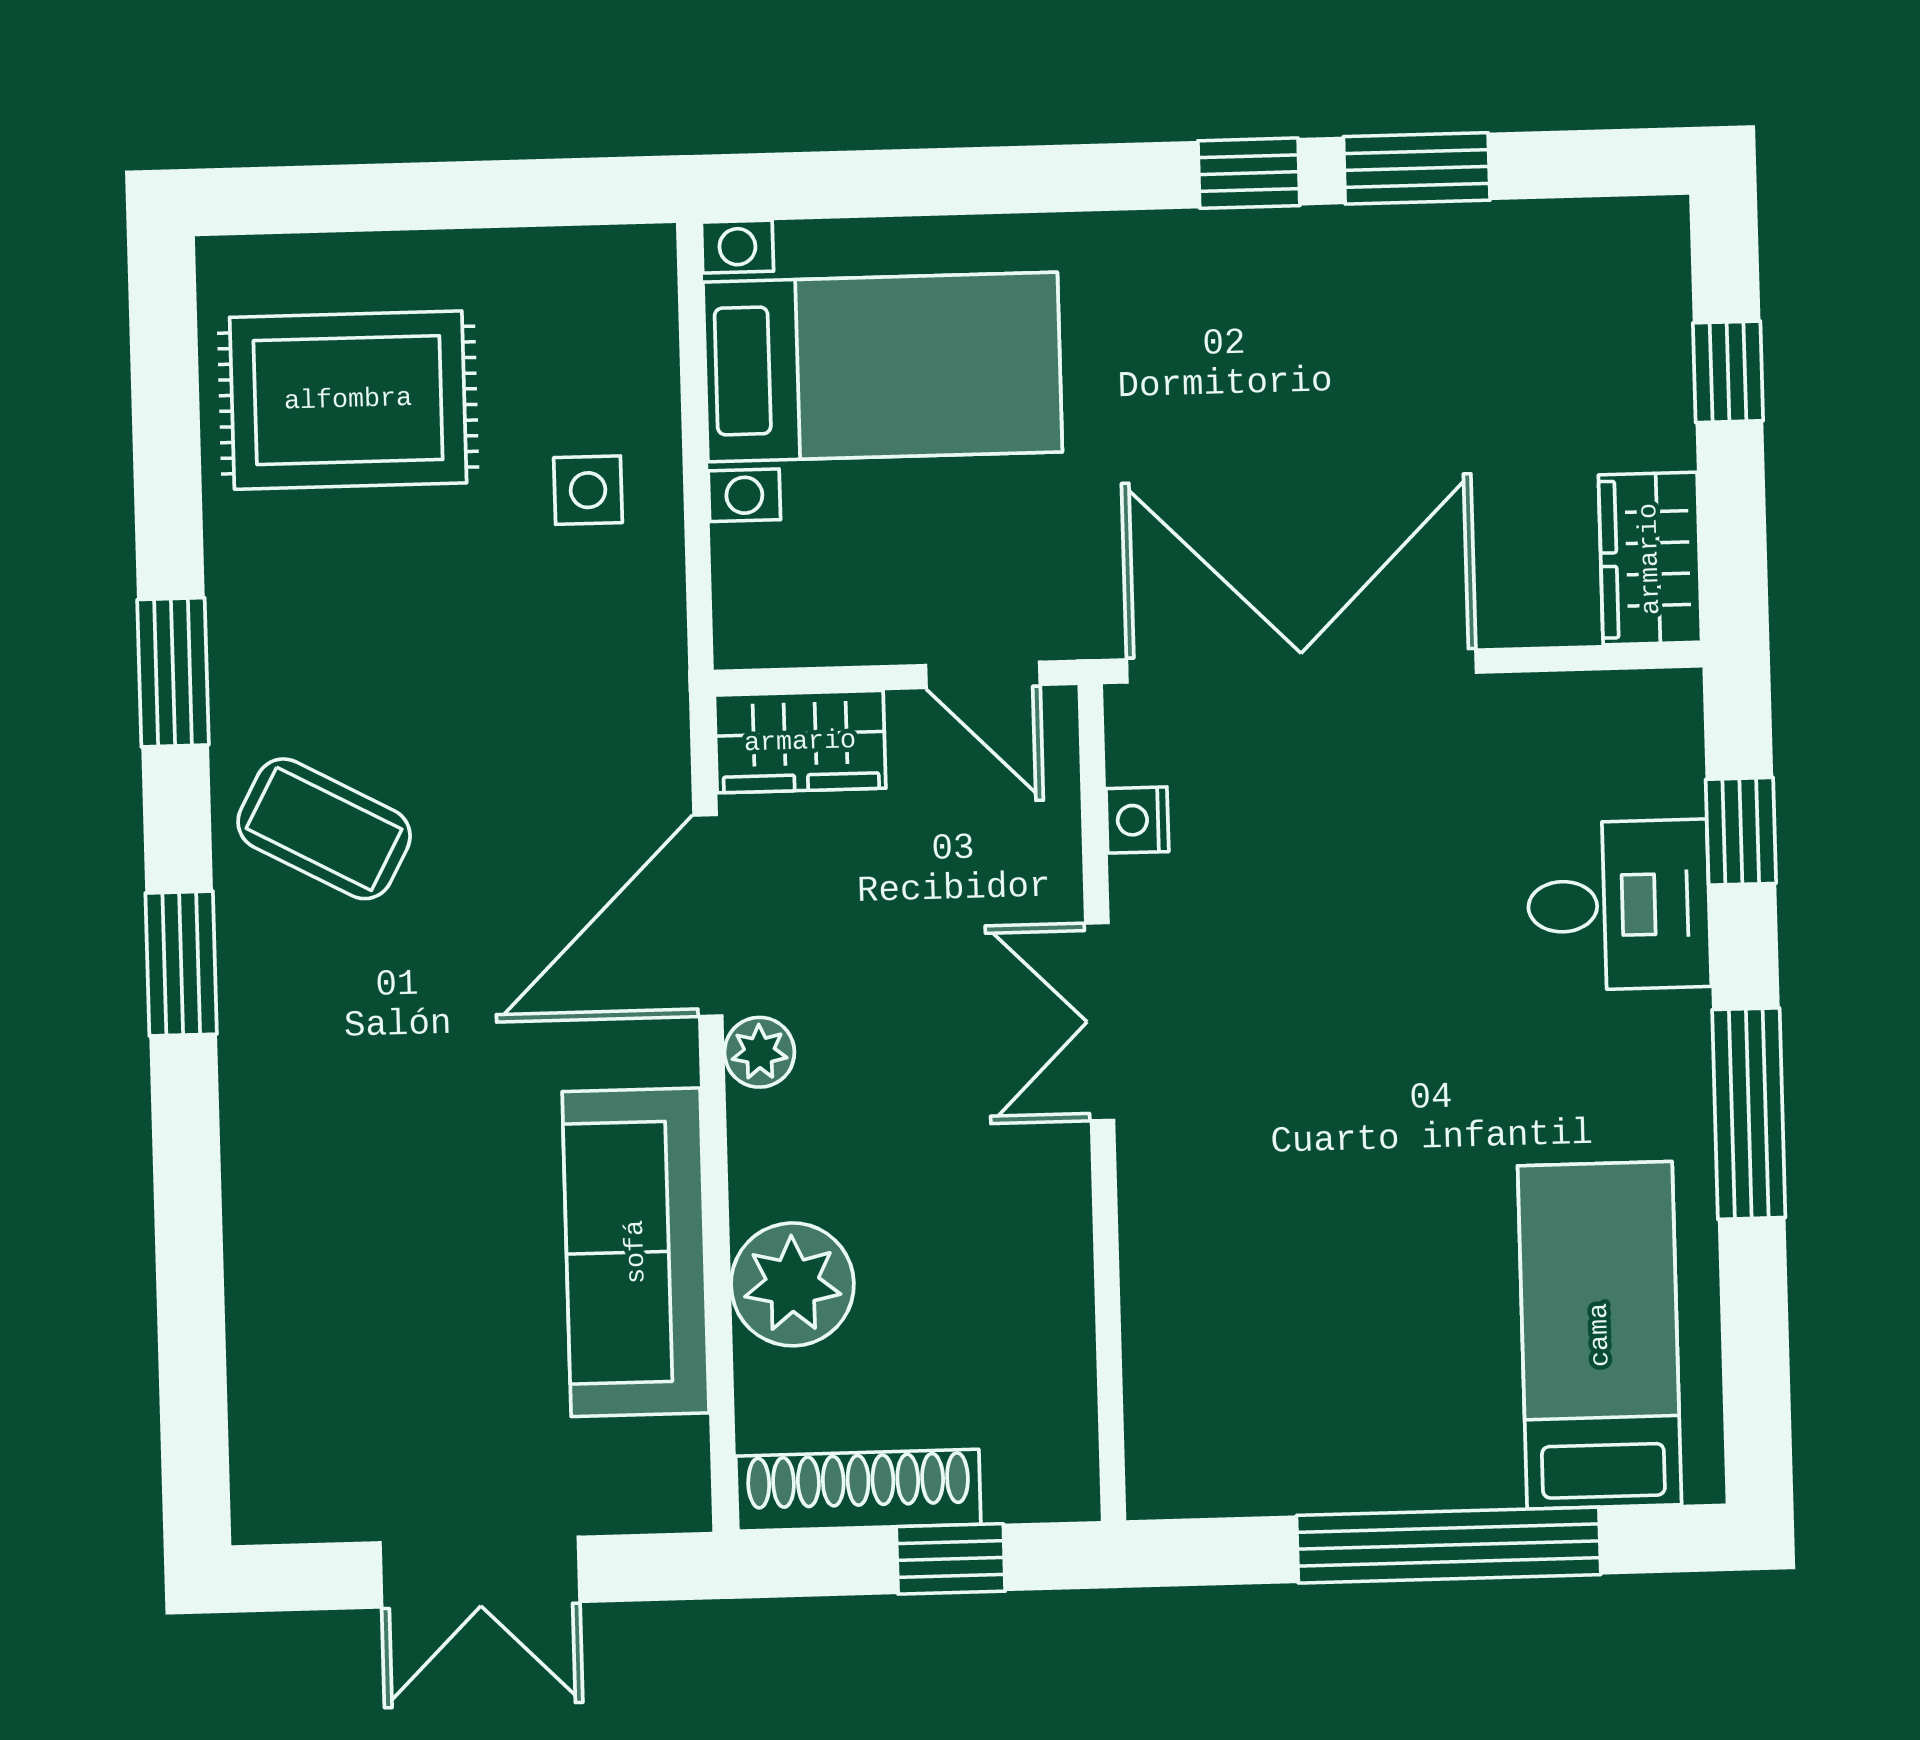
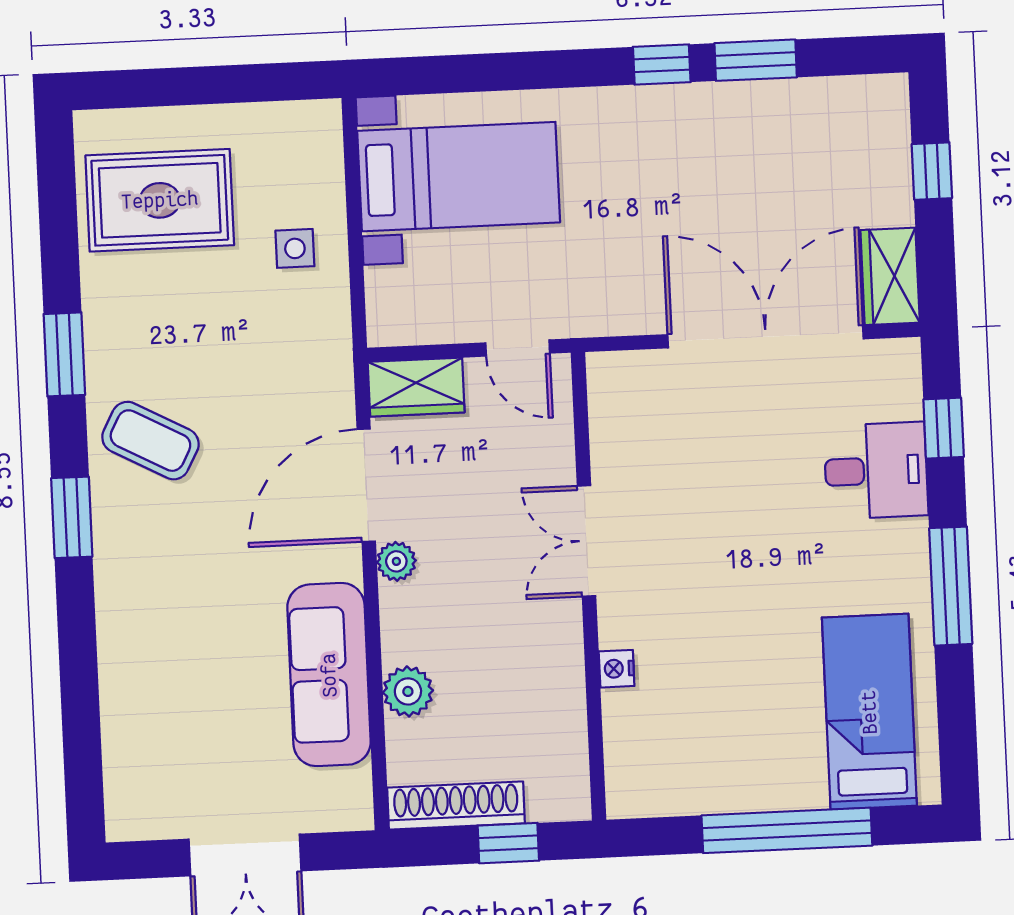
double door: (1301, 666) -> (765, 337), moved
nightstand: (1137, 820) -> (617, 669), moved
plant: (792, 1284) -> (408, 691), width x0.73, depth x0.73

